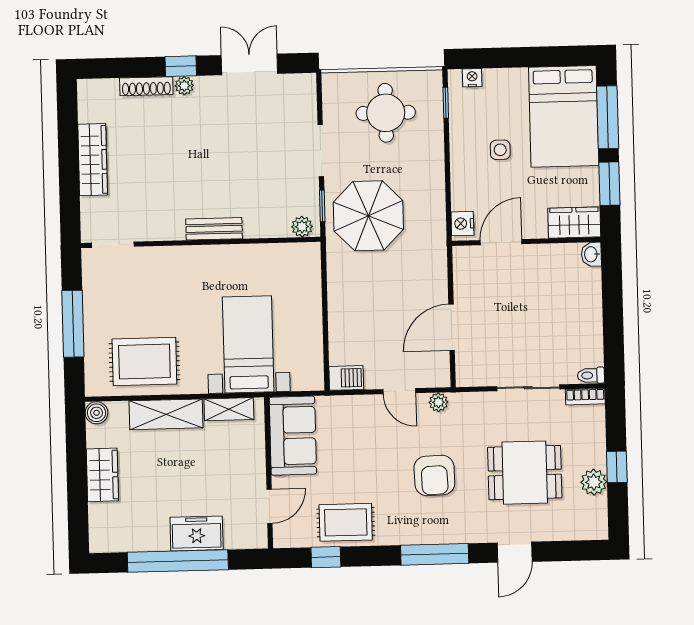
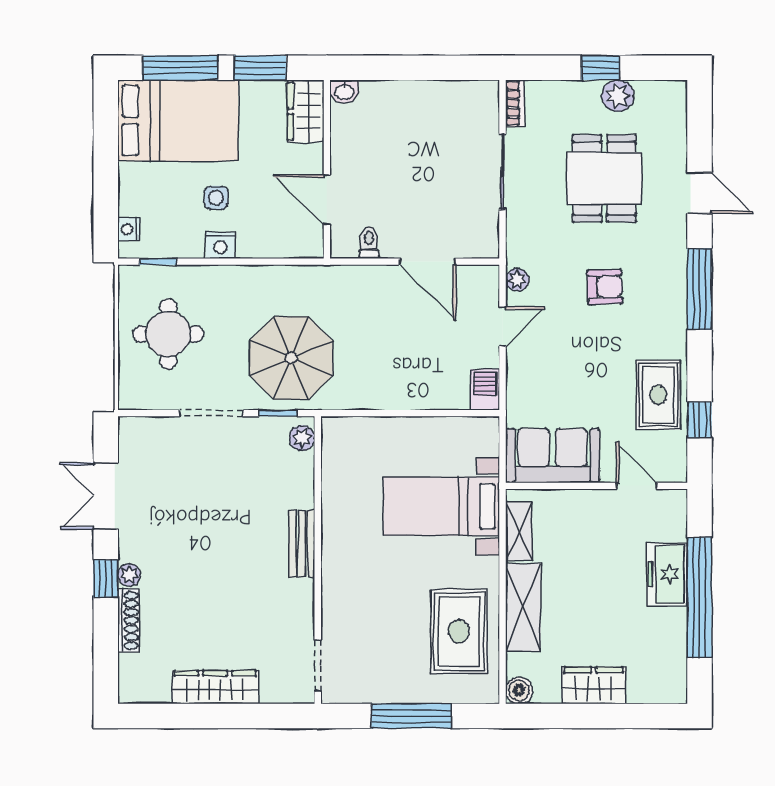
nightstand: (462, 224) -> (220, 245), moved
toilet: (591, 375) -> (369, 243), moved, turned 180
armchair: (434, 475) -> (605, 287), width x0.72, depth x0.72

